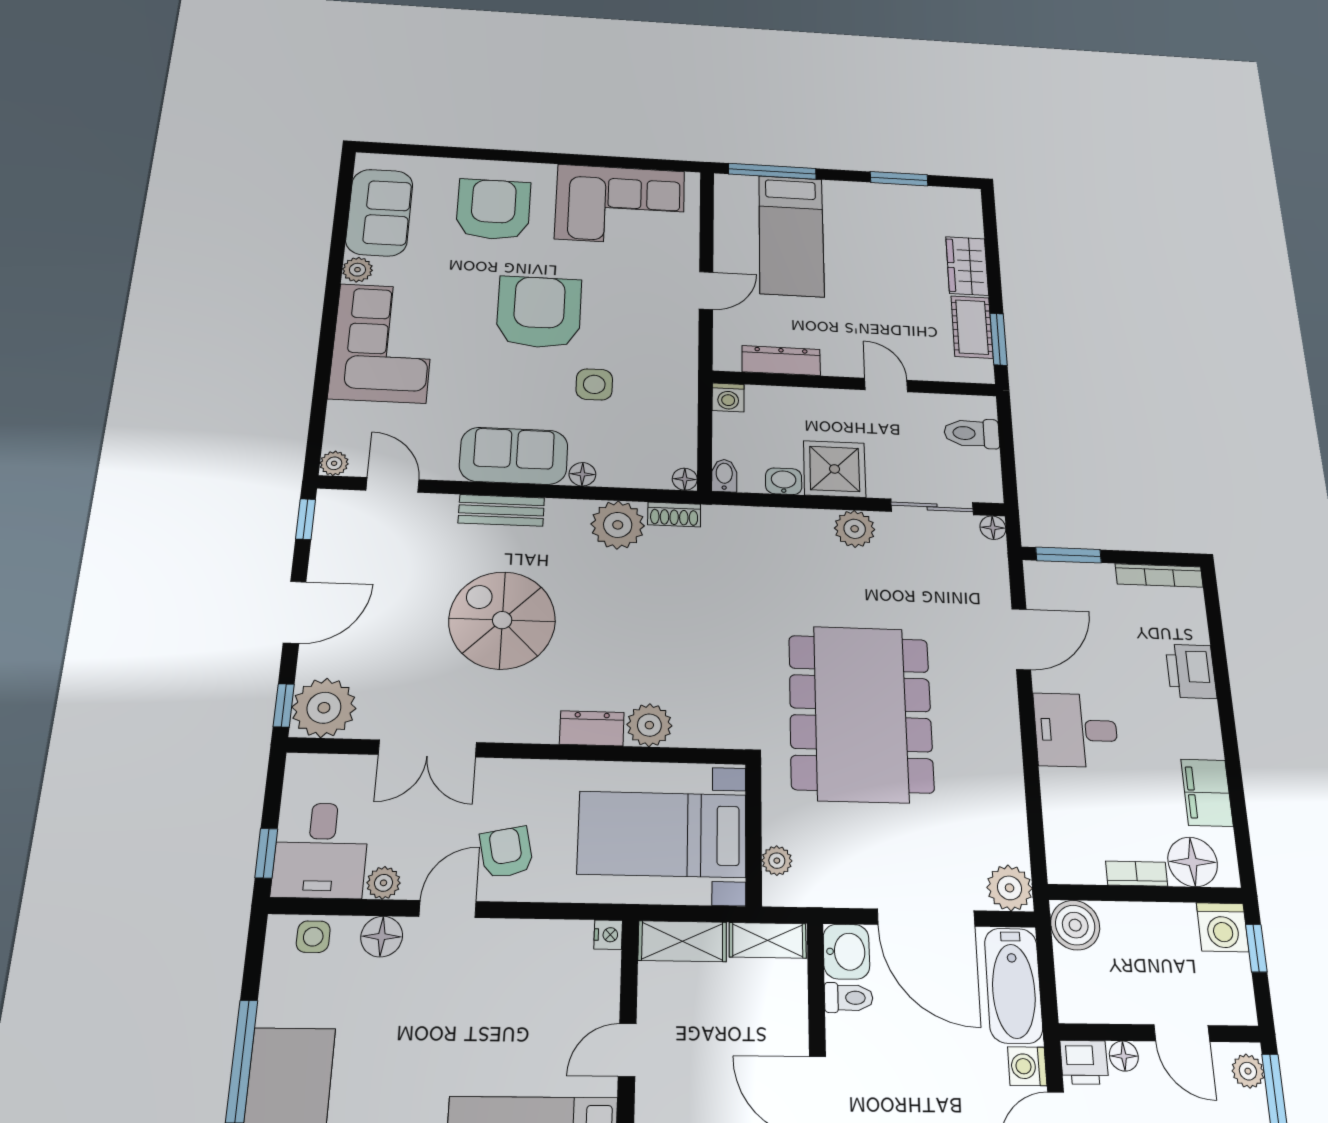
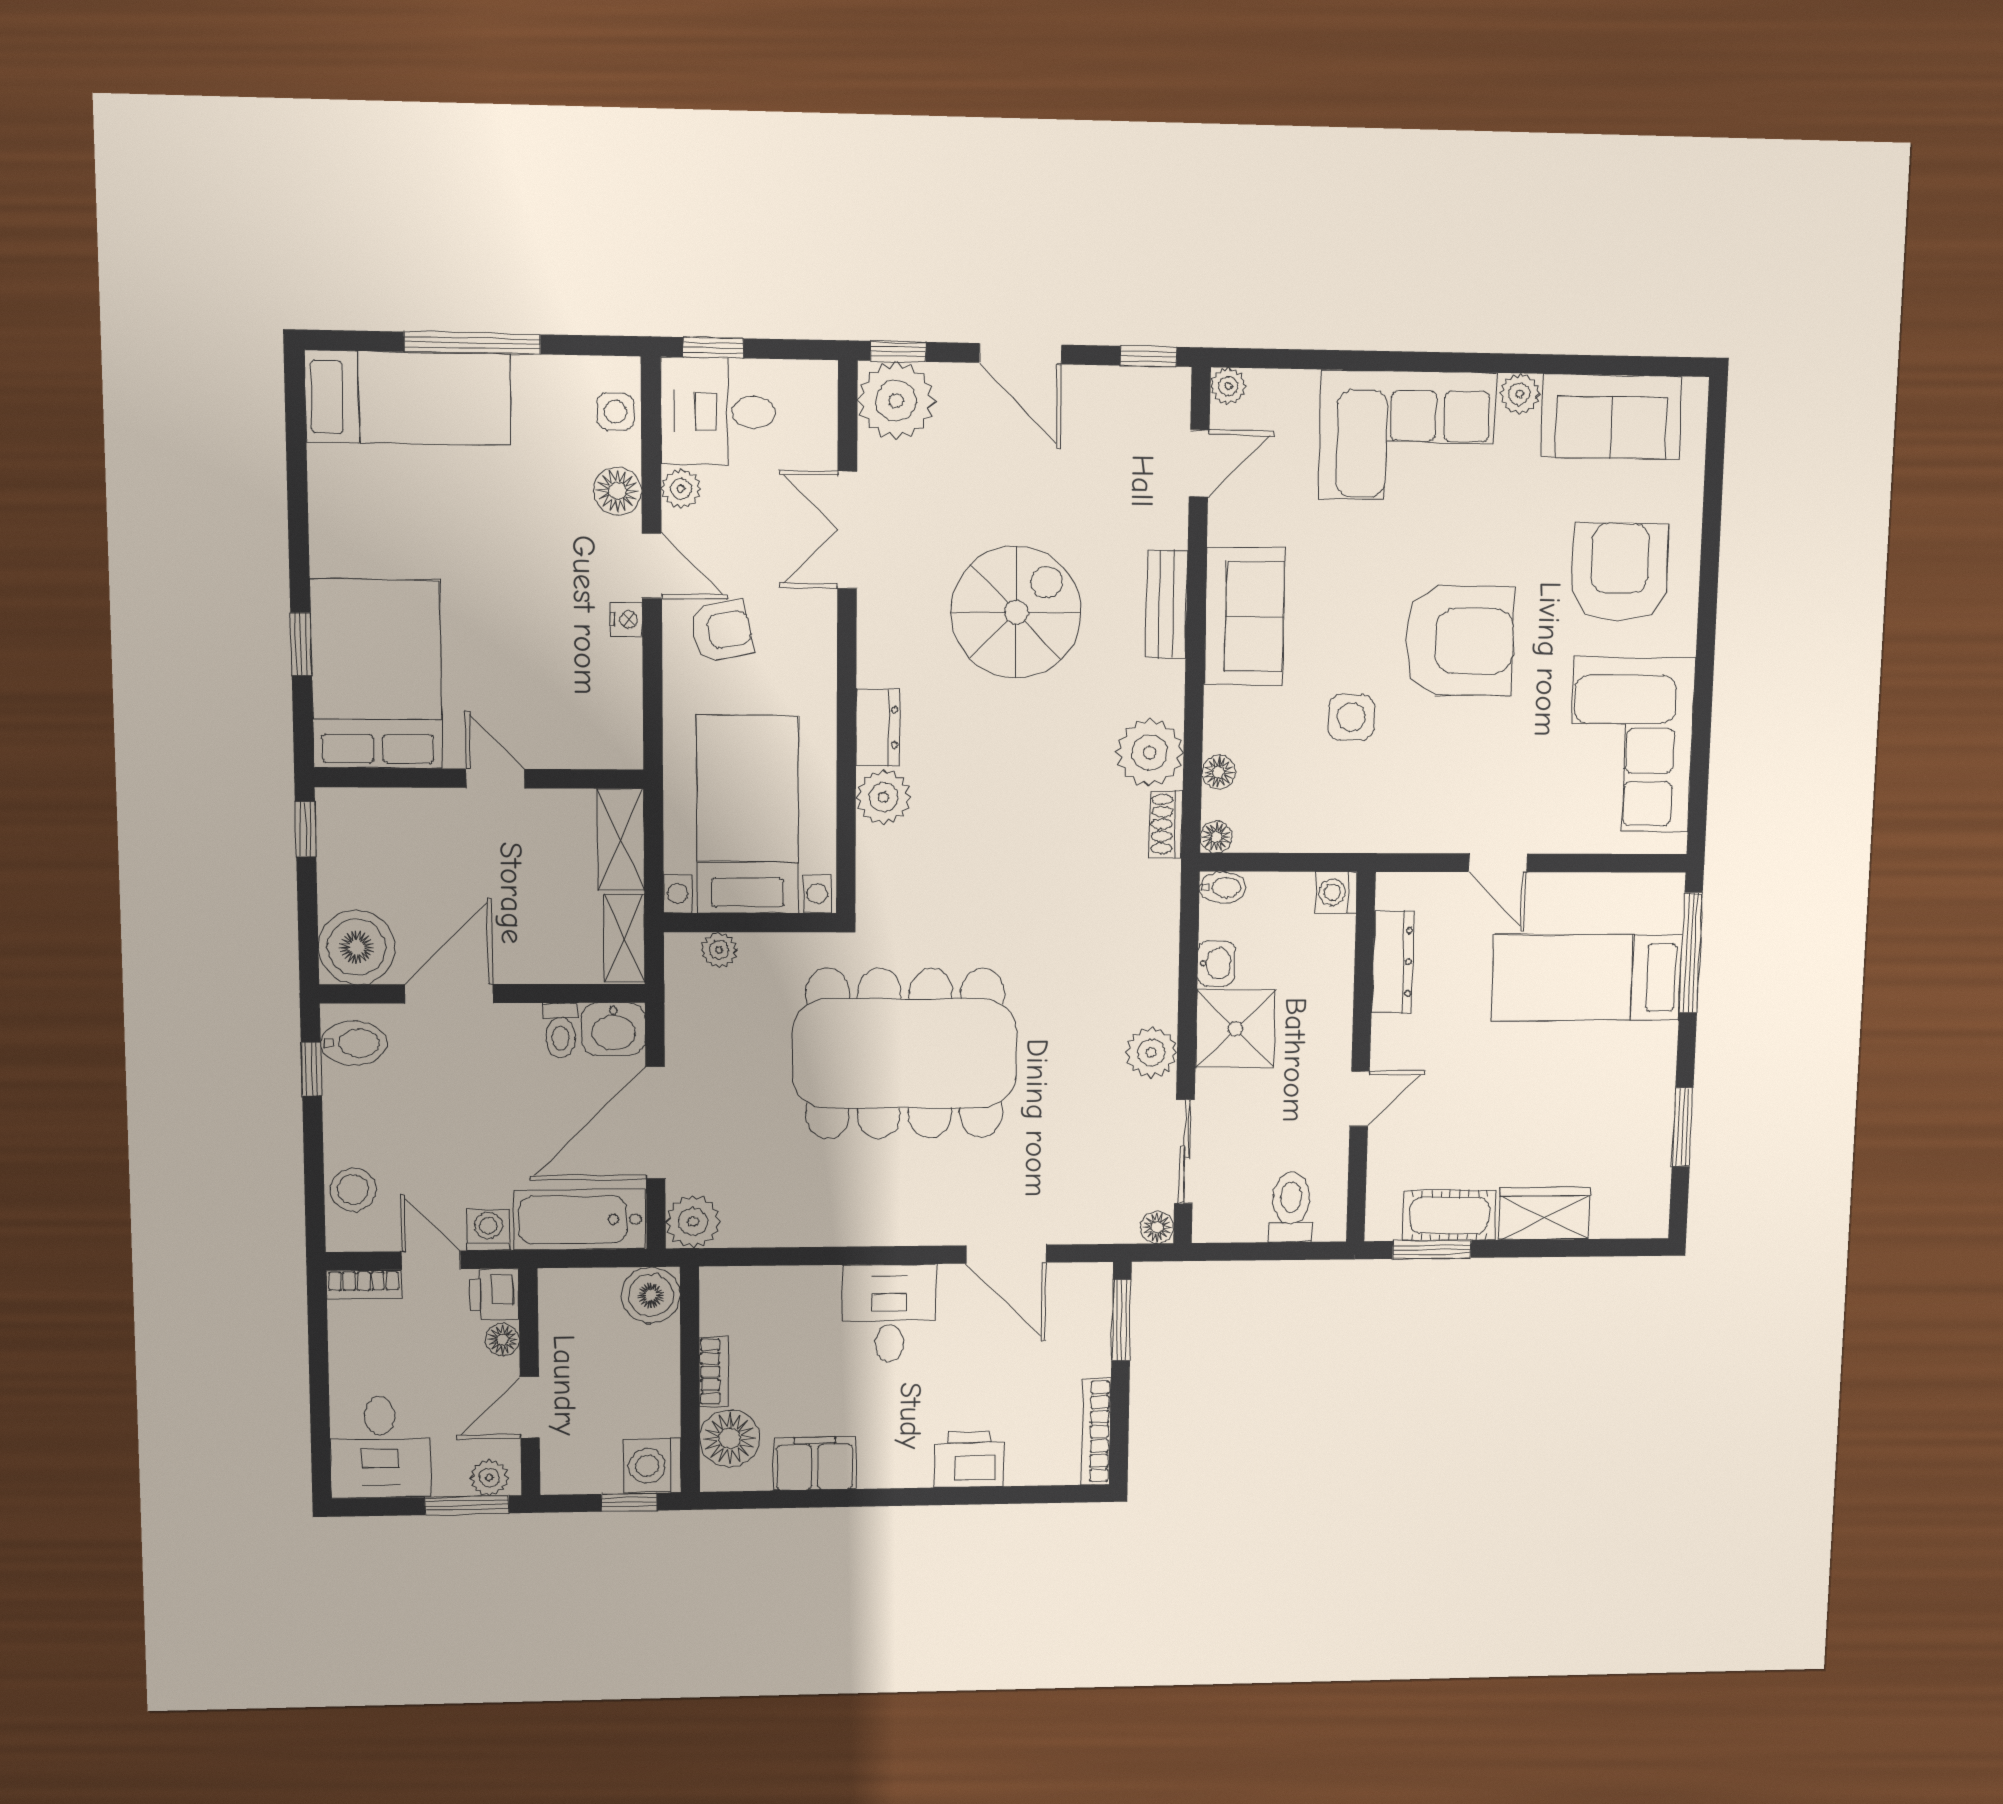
armchair: (493, 209) -> (1620, 572), turned -90
floor lamp: (582, 474) -> (1219, 772), moved
nightstand: (608, 935) -> (626, 620), moved, turned -90

